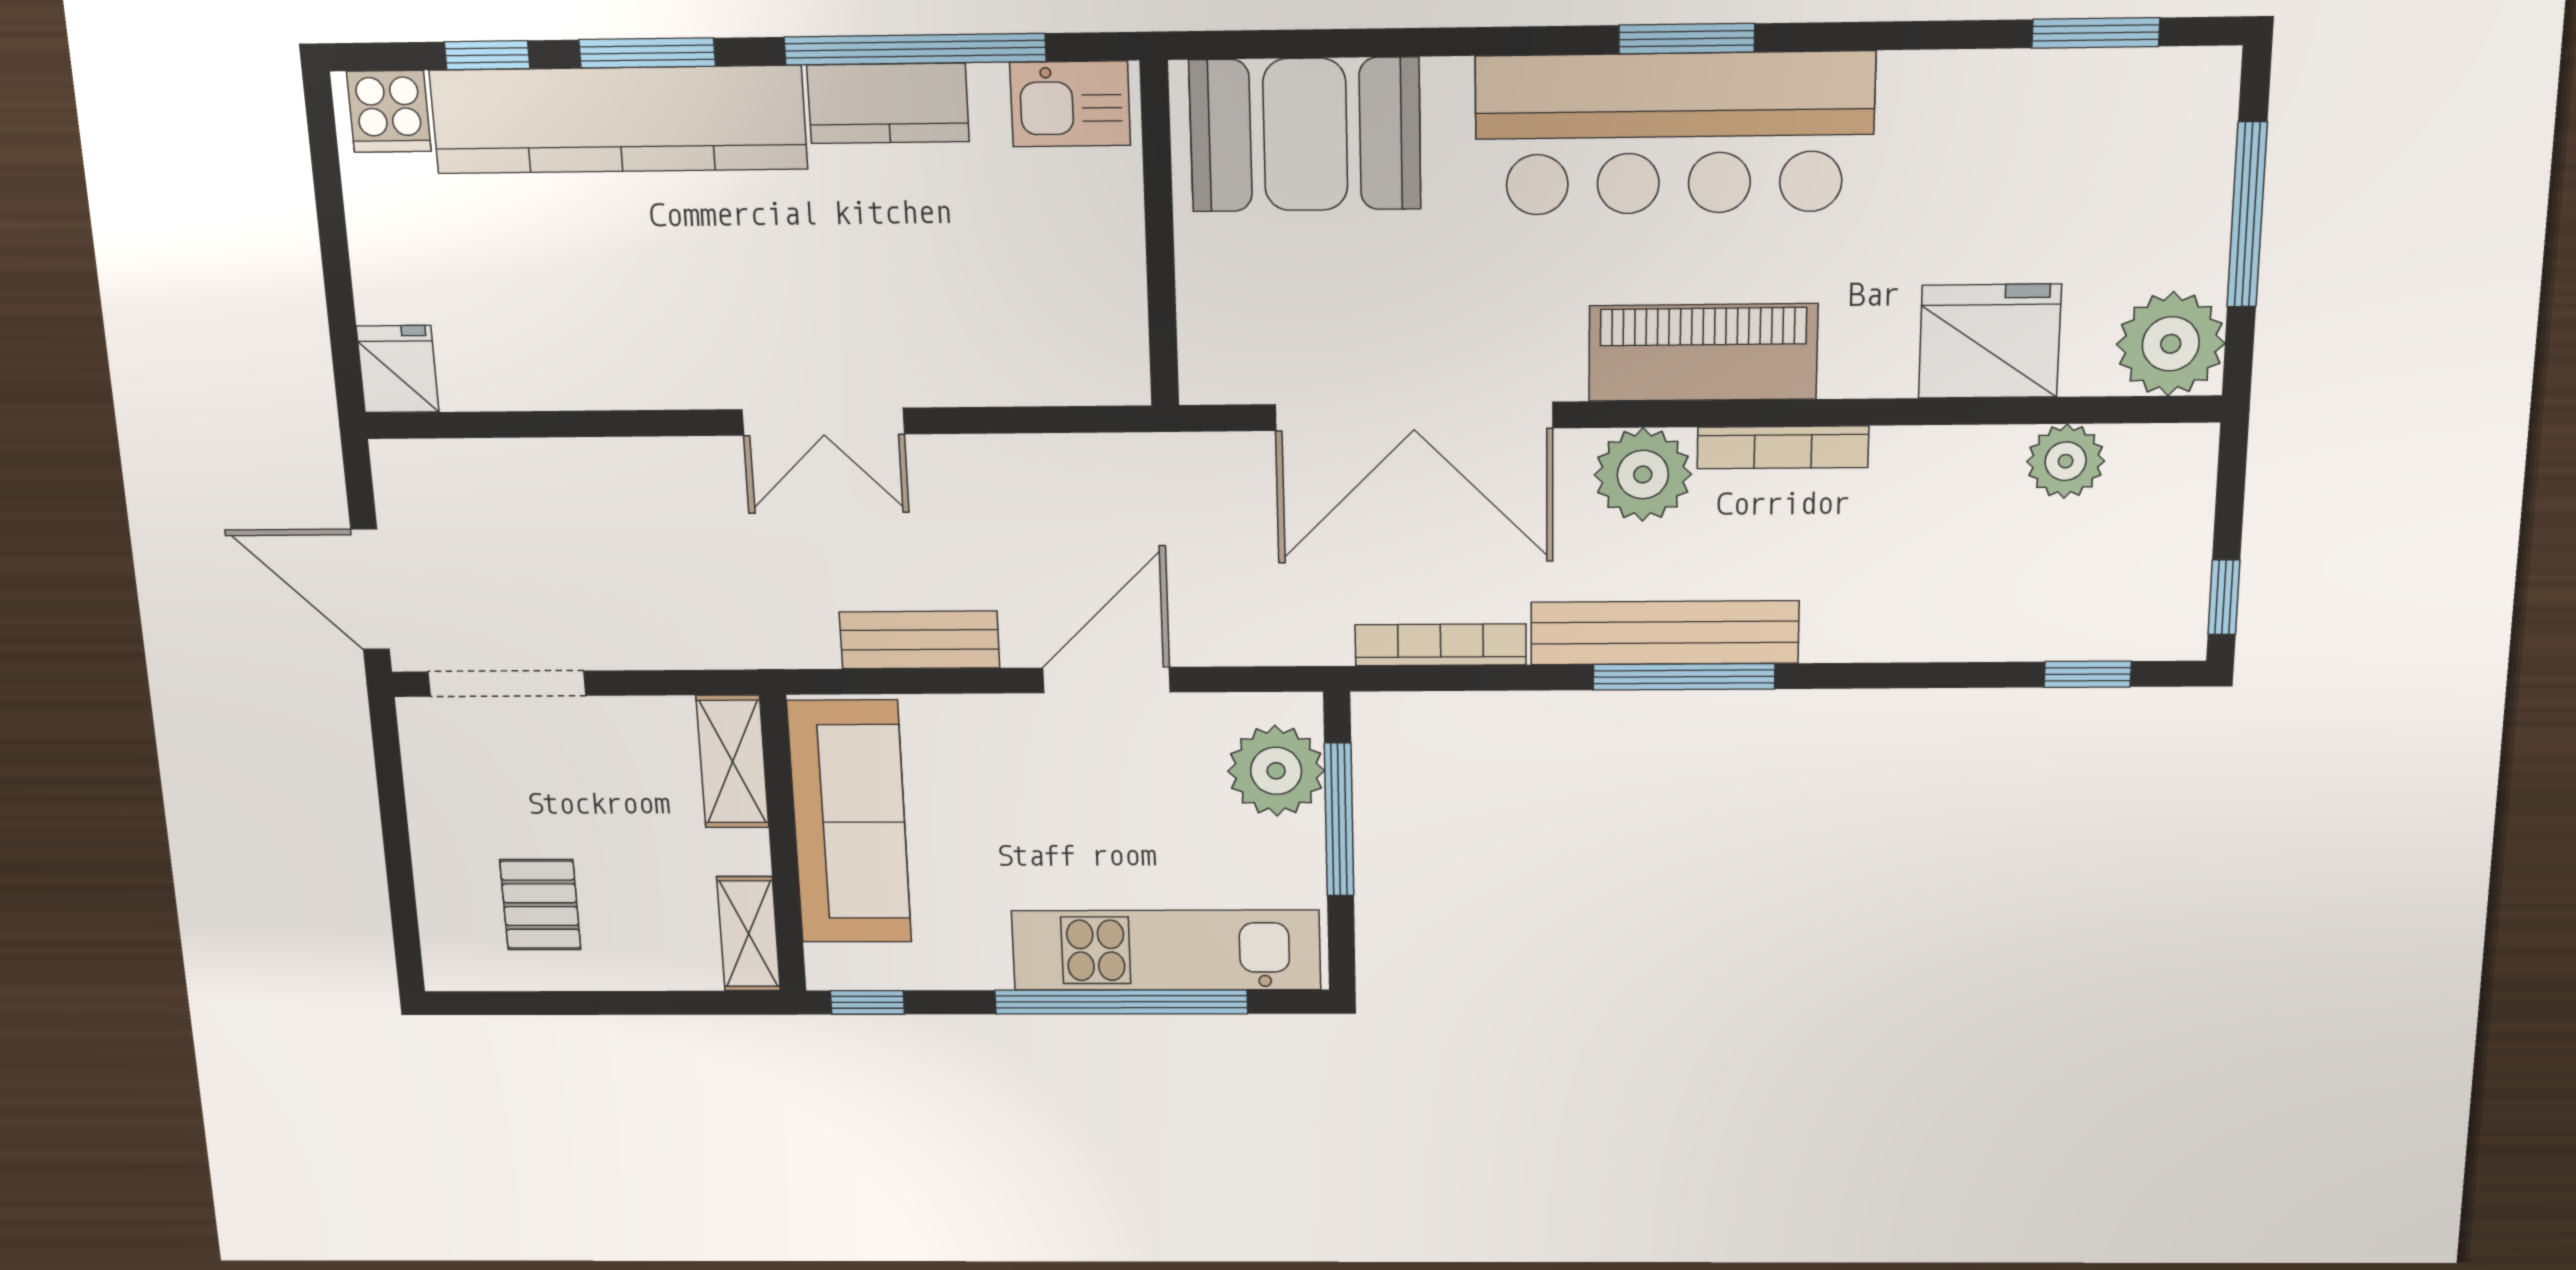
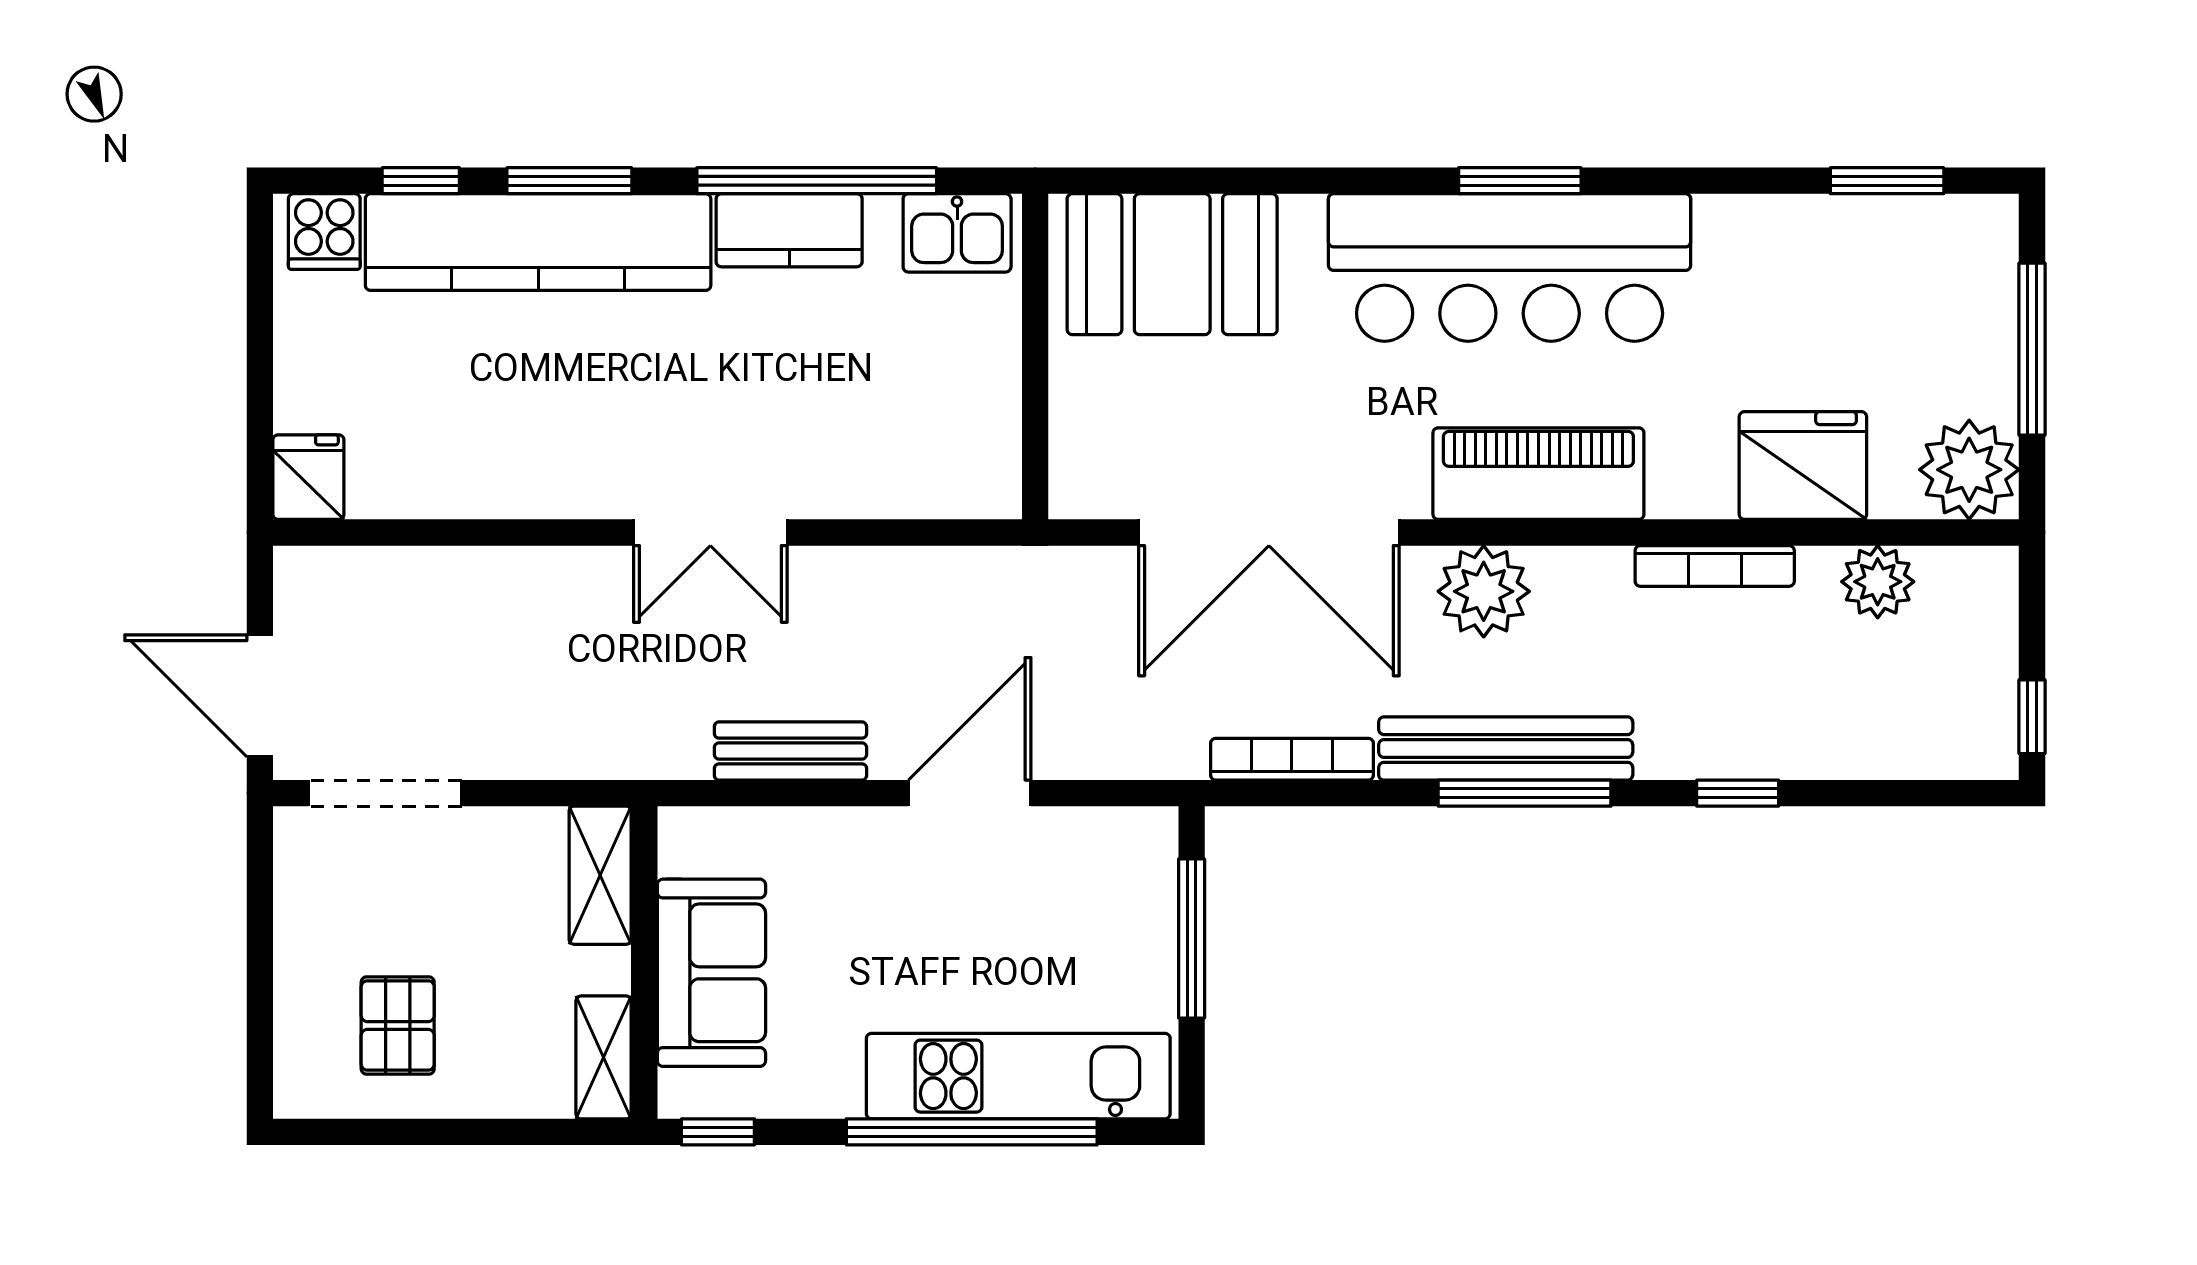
bookcase: (1783, 447) -> (1715, 566), moved
window: (2088, 674) -> (1738, 793), moved
plant: (1276, 771) -> (1131, 887), removed
sofa: (850, 822) -> (711, 973), width x0.73

